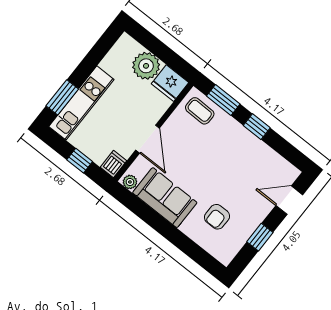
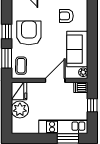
armchair: (233, 153) -> (29, 33), added
armchair: (217, 217) -> (66, 16), turned 180

